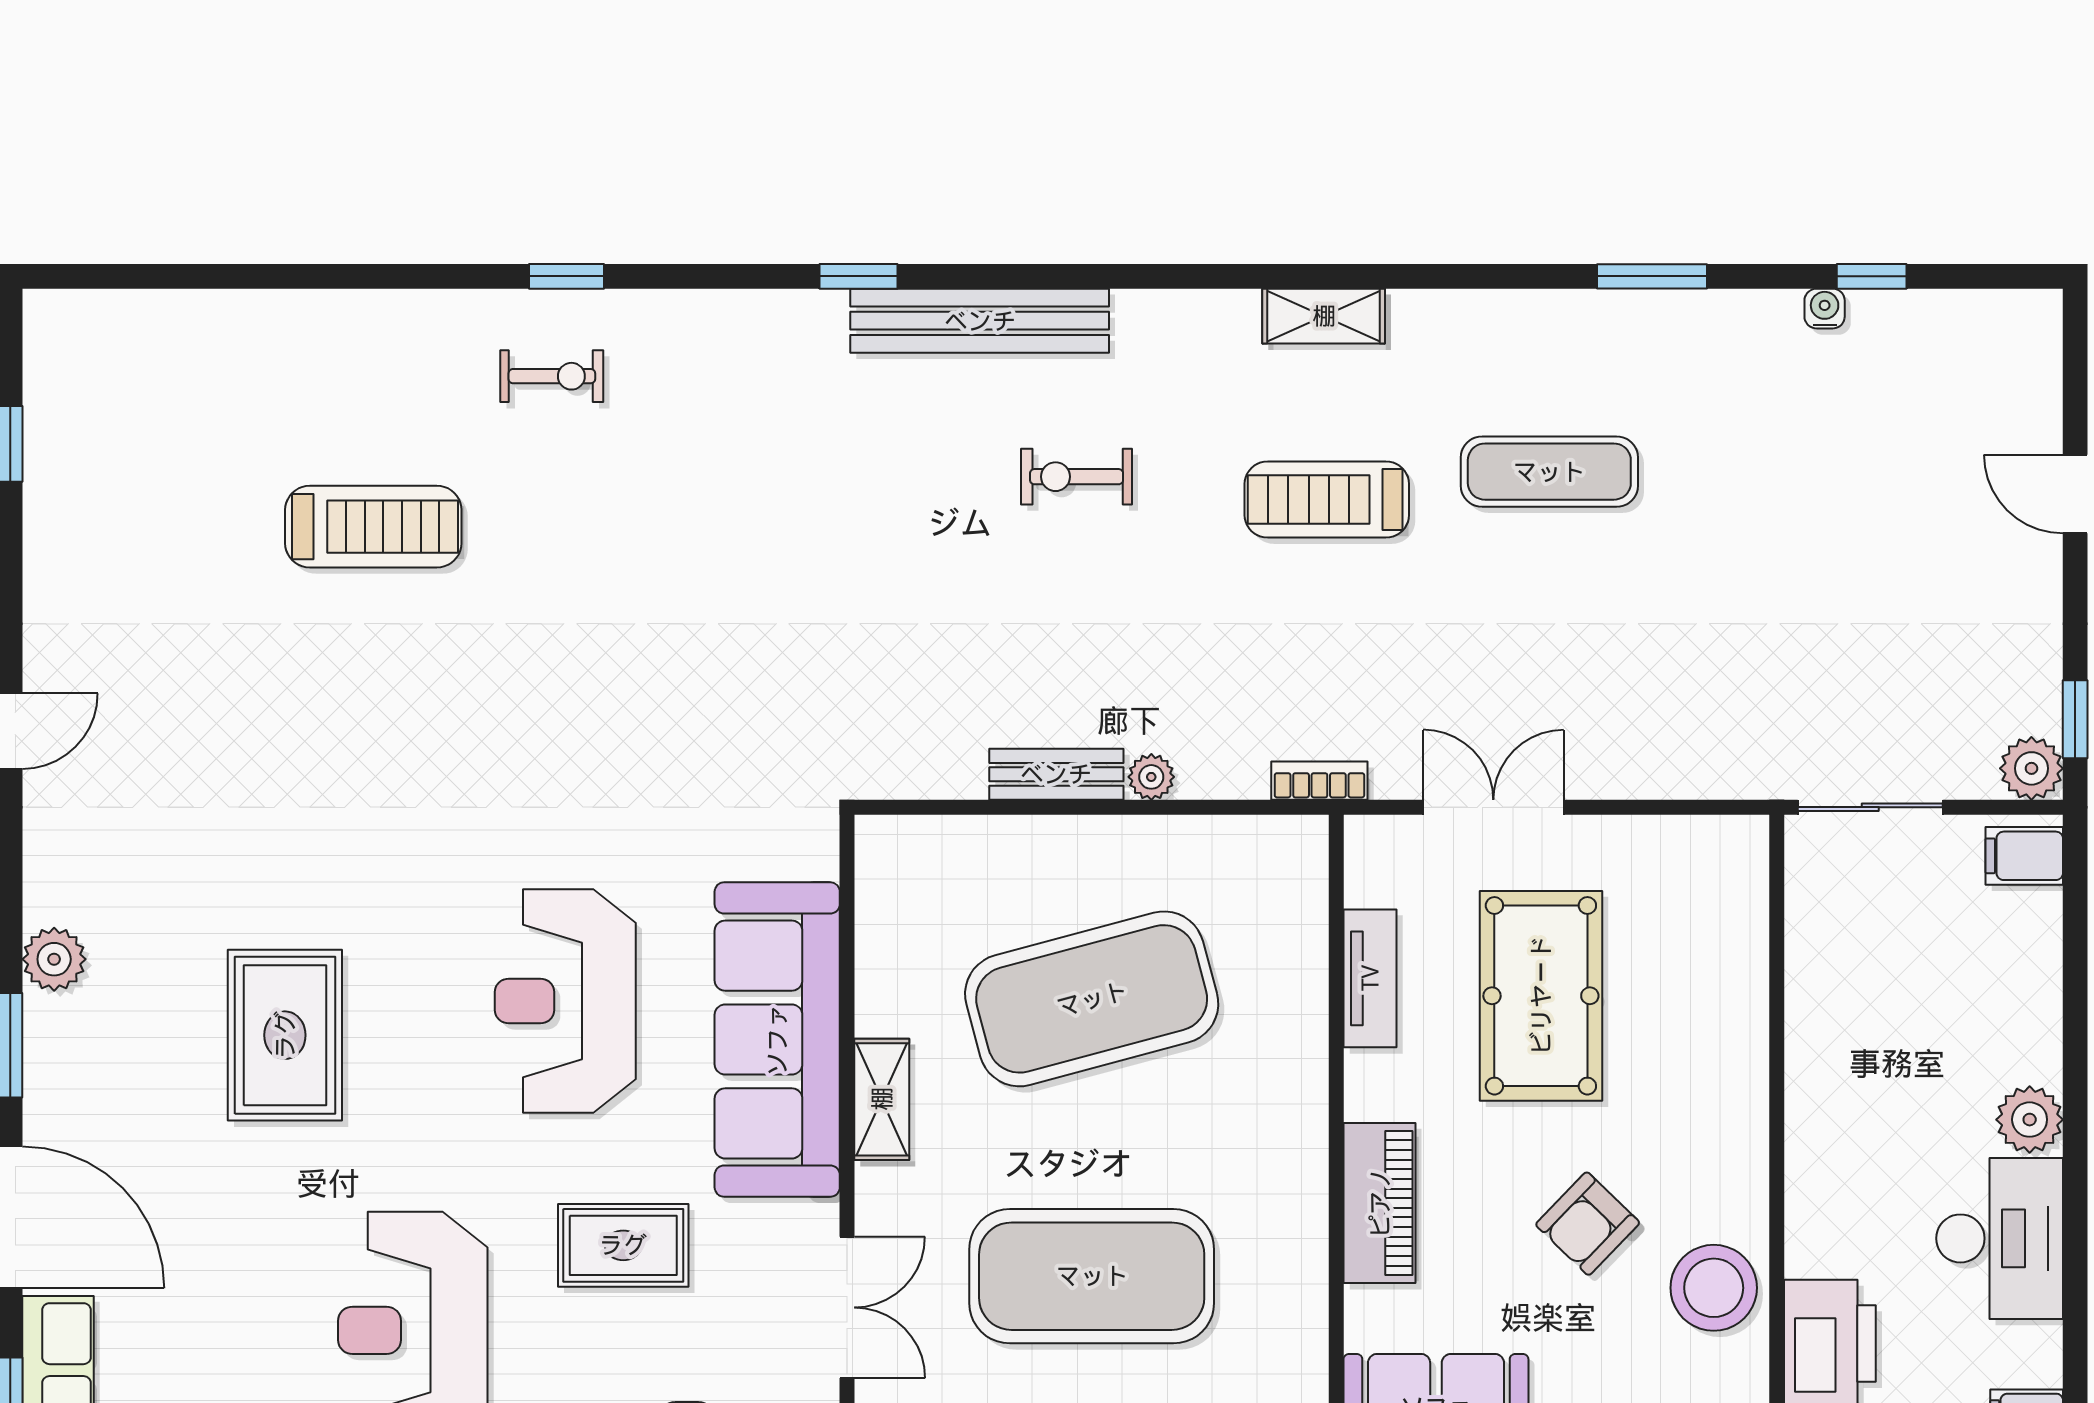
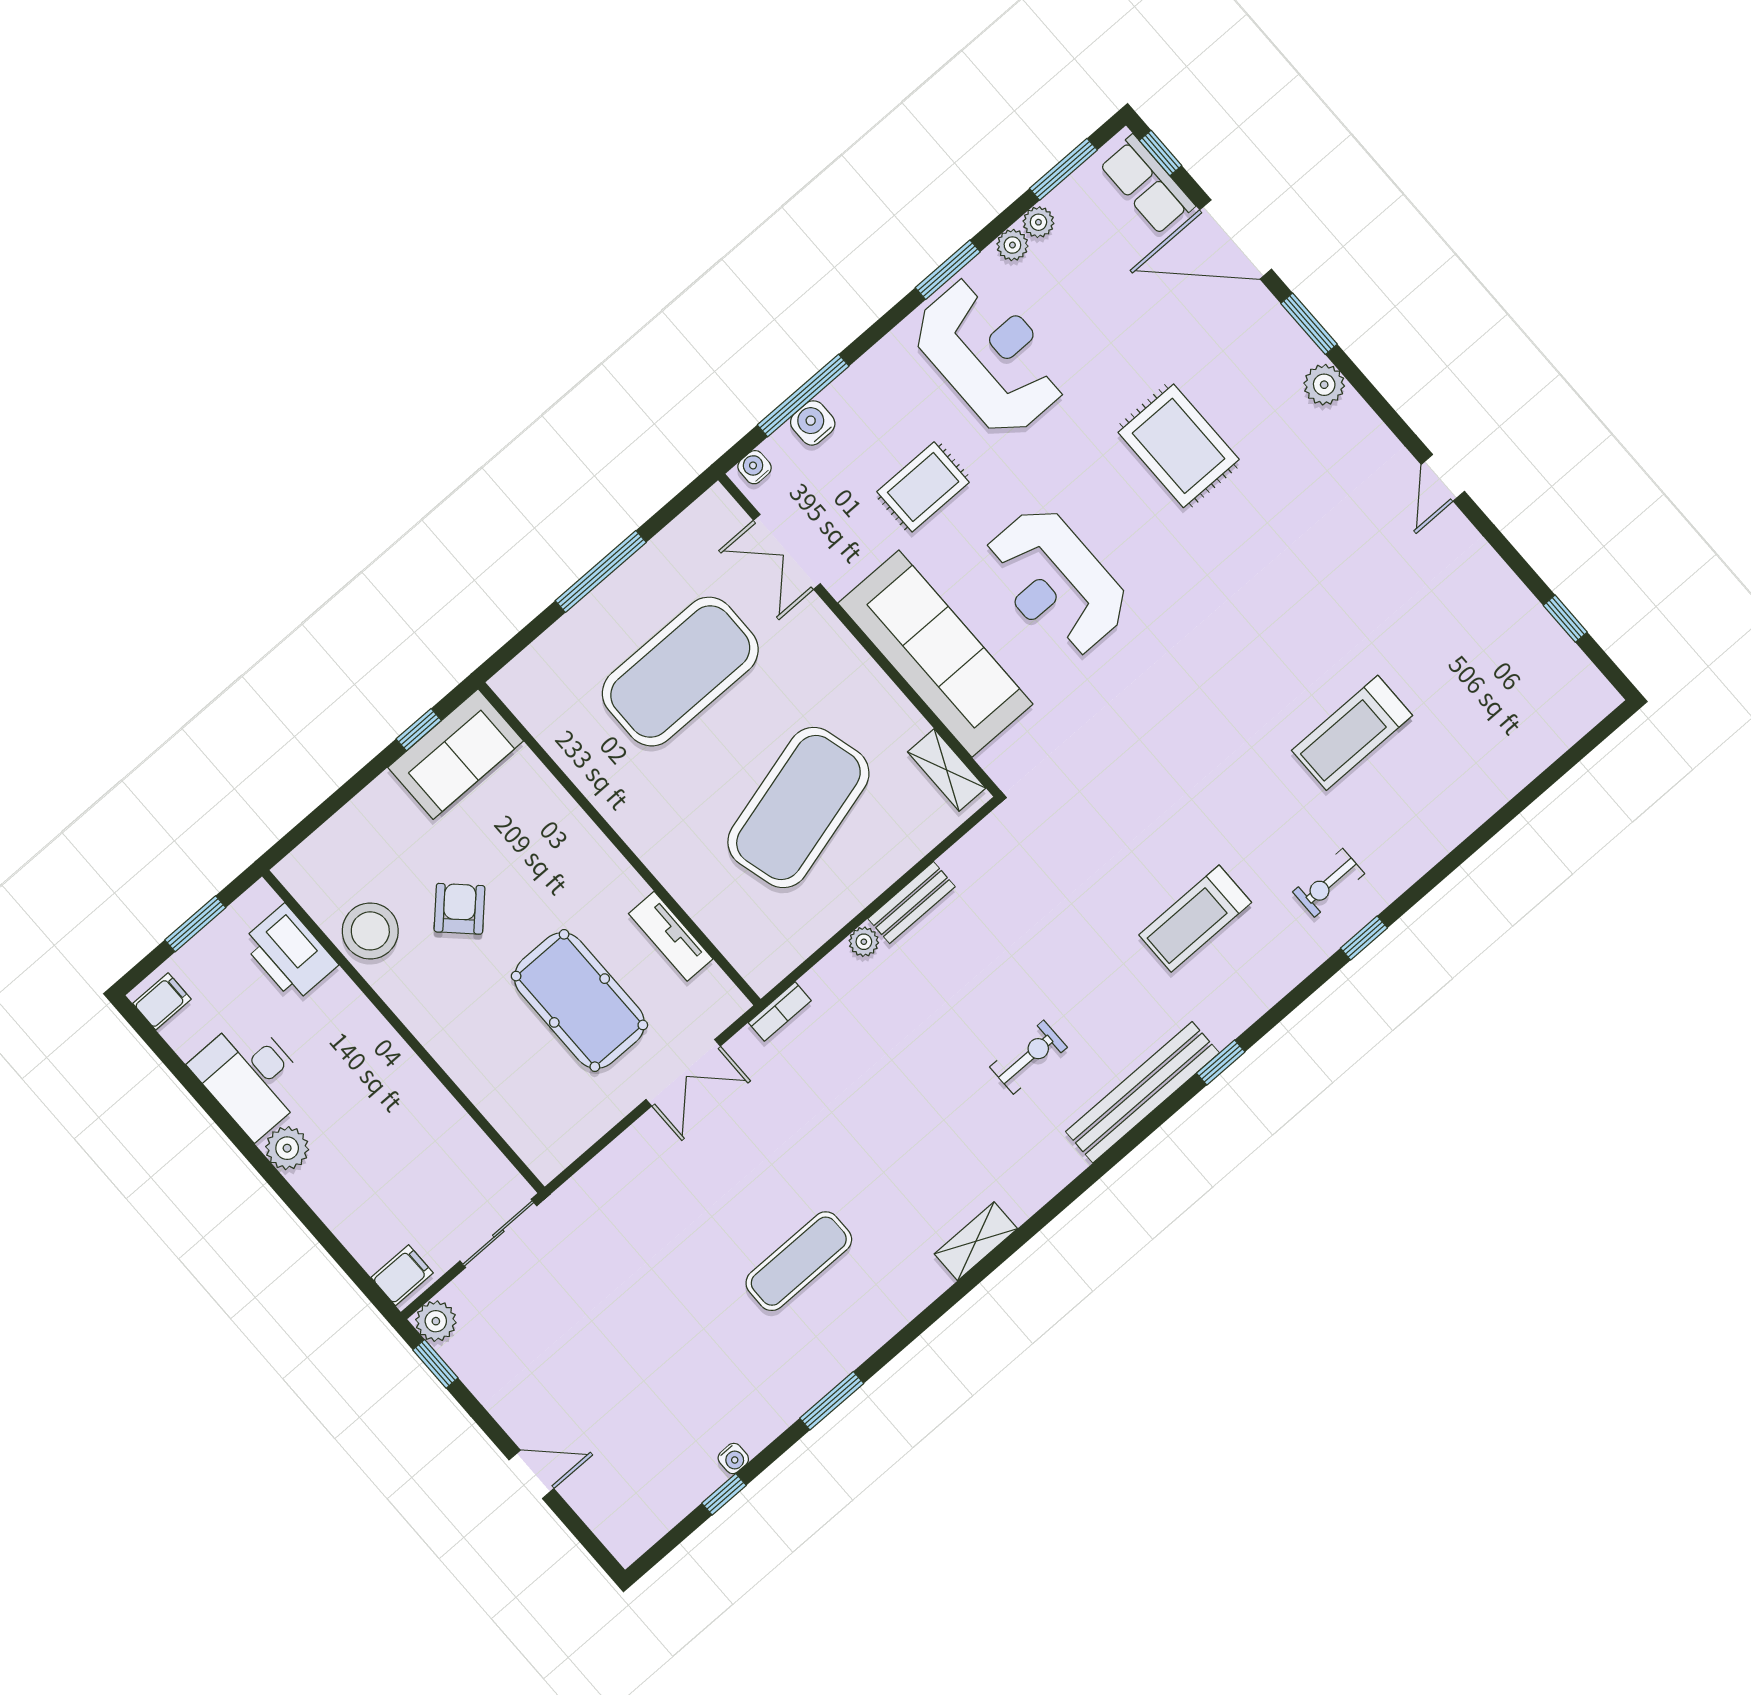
treadmill: (1327, 500) -> (1195, 919), moved, turned 180
reception desk: (565, 1001) -> (1056, 582), turned 180
shelving: (882, 1099) -> (947, 770), moved
piano: (1380, 1203) -> (570, 830), removed

